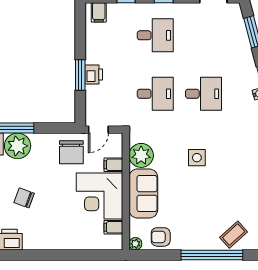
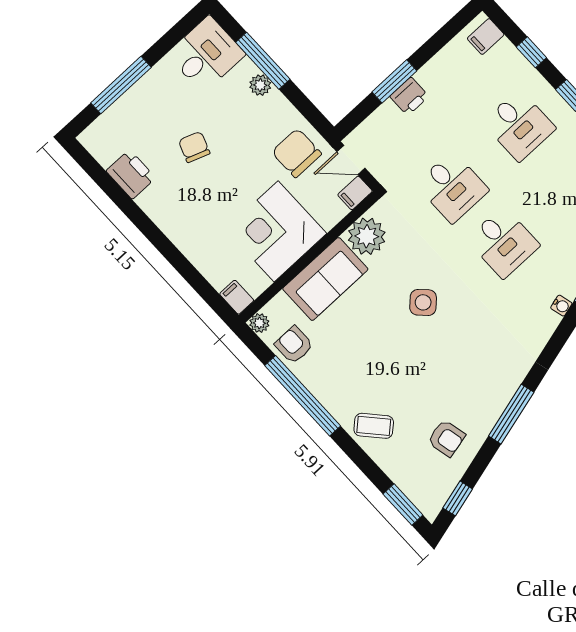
plant: (18, 146) -> (260, 85), width x0.53, depth x0.53
chair: (71, 152) -> (297, 153), turned 90
side table: (197, 158) -> (423, 302), turned 45
filing cabinet: (113, 165) -> (355, 193), moved, turned -90
filing cabinet: (113, 227) -> (237, 297), moved
window: (212, 255) -> (303, 396), moved

